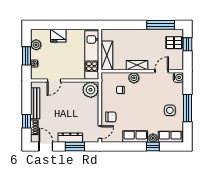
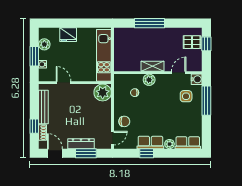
window: (161, 25) -> (149, 23), moved
shelving: (107, 55) -> (120, 56), removed
door: (54, 81) -> (64, 83), swing flipped
window: (187, 108) -> (206, 101), moved
side table: (170, 110) -> (186, 96), moved
window: (153, 146) -> (147, 153), moved

